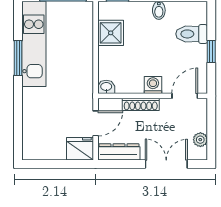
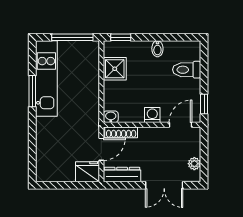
window: (211, 52) -> (204, 104), moved
shoe rack: (141, 104) -> (121, 132), moved
double door: (166, 164) -> (164, 185), swing flipped

